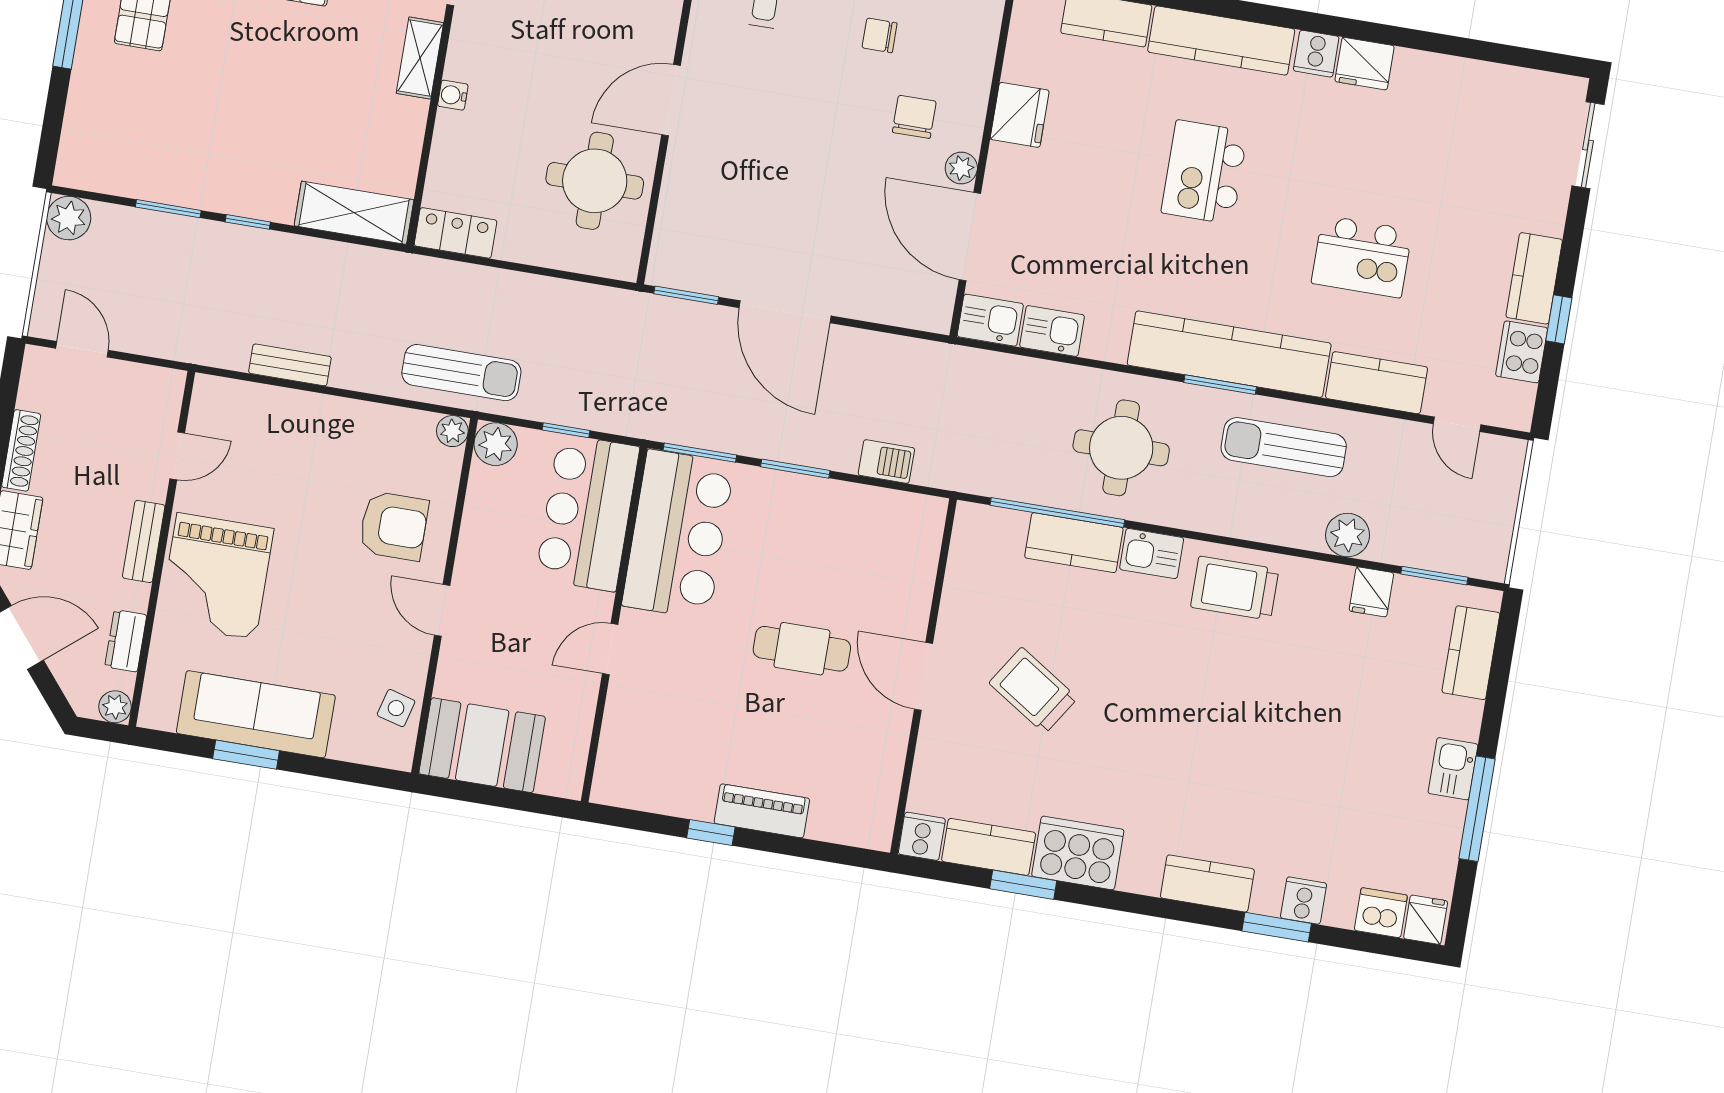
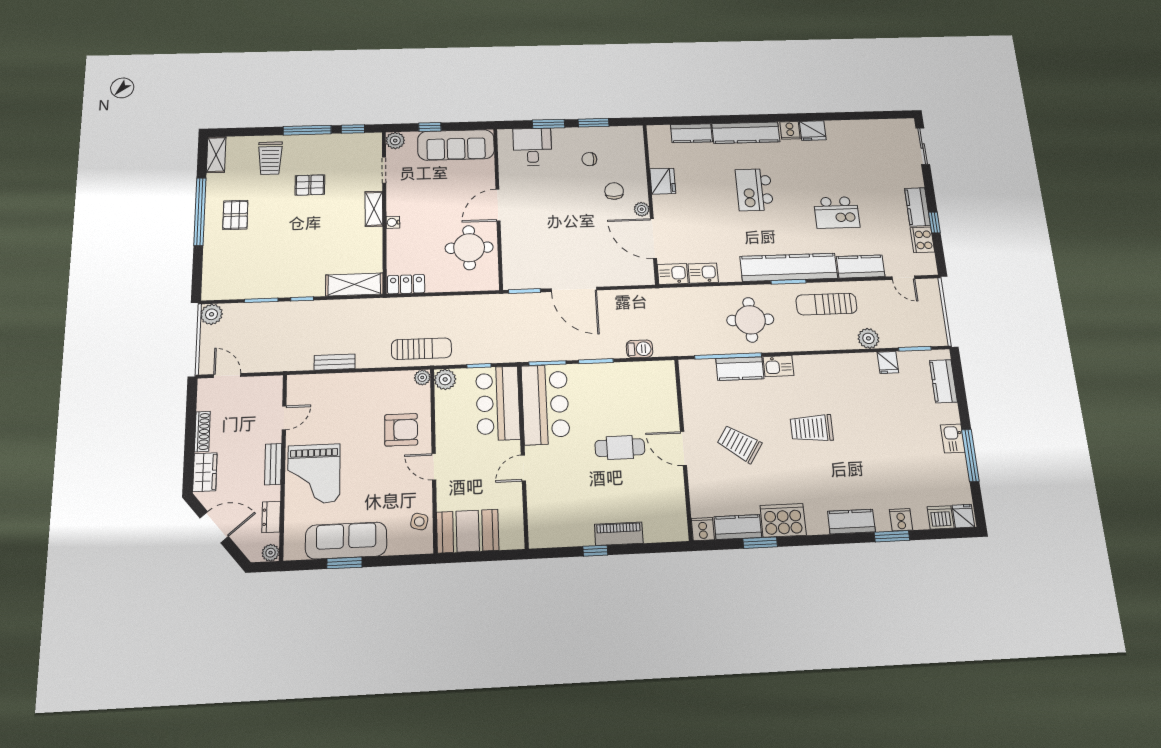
trolley: (1235, 588) -> (812, 428), moved

